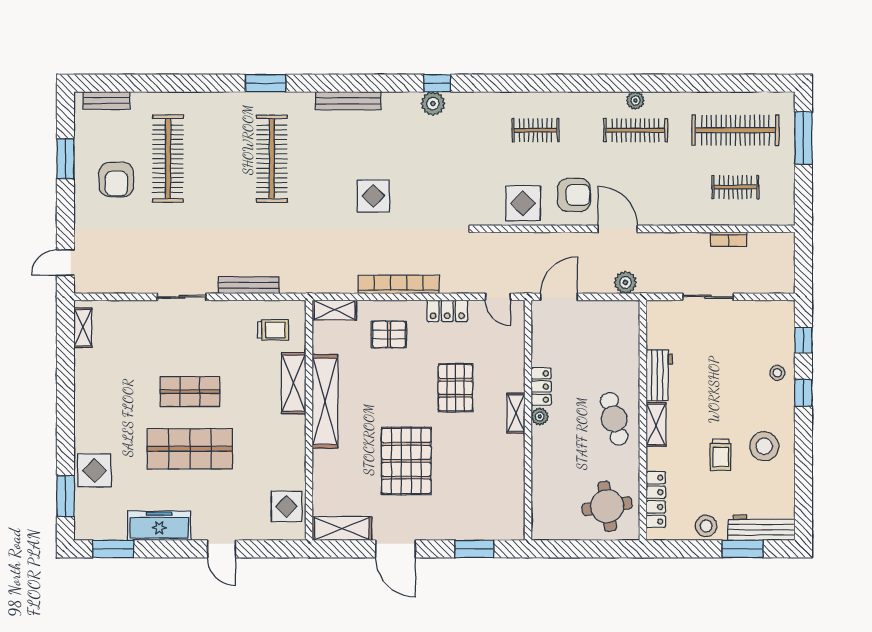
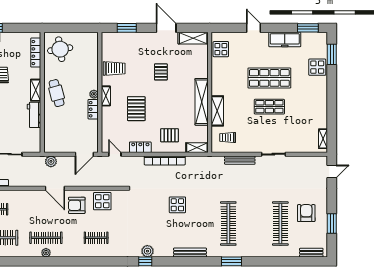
pallet: (406, 461) -> (161, 72), width x0.49, depth x0.50
trolley: (500, 468) -> (114, 68), added
stool: (706, 526) -> (11, 39), removed

